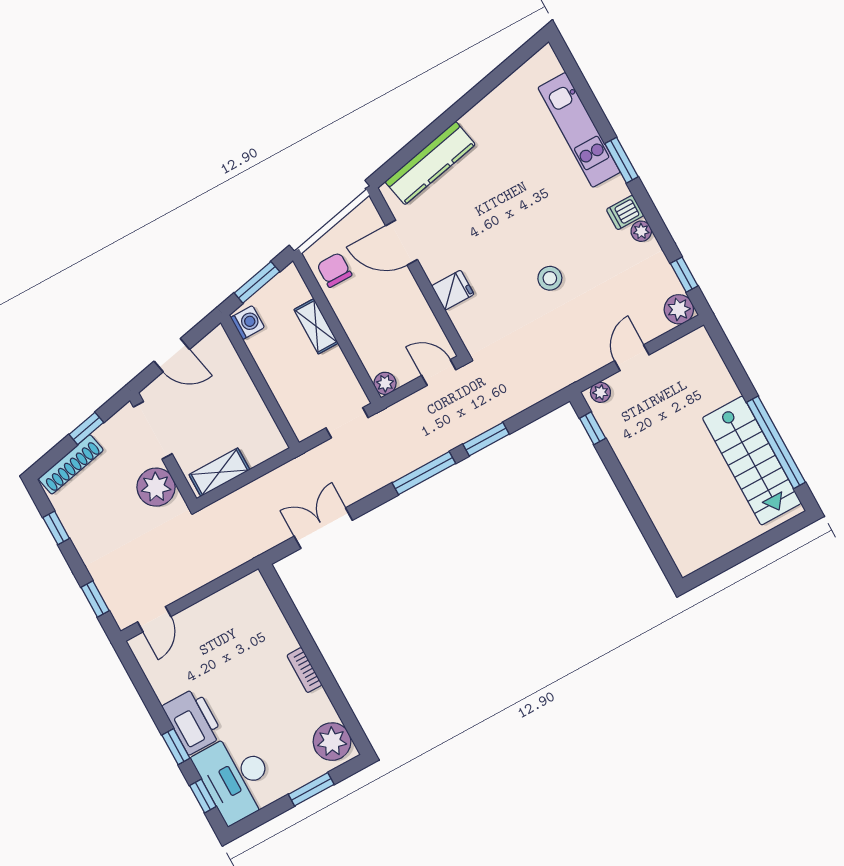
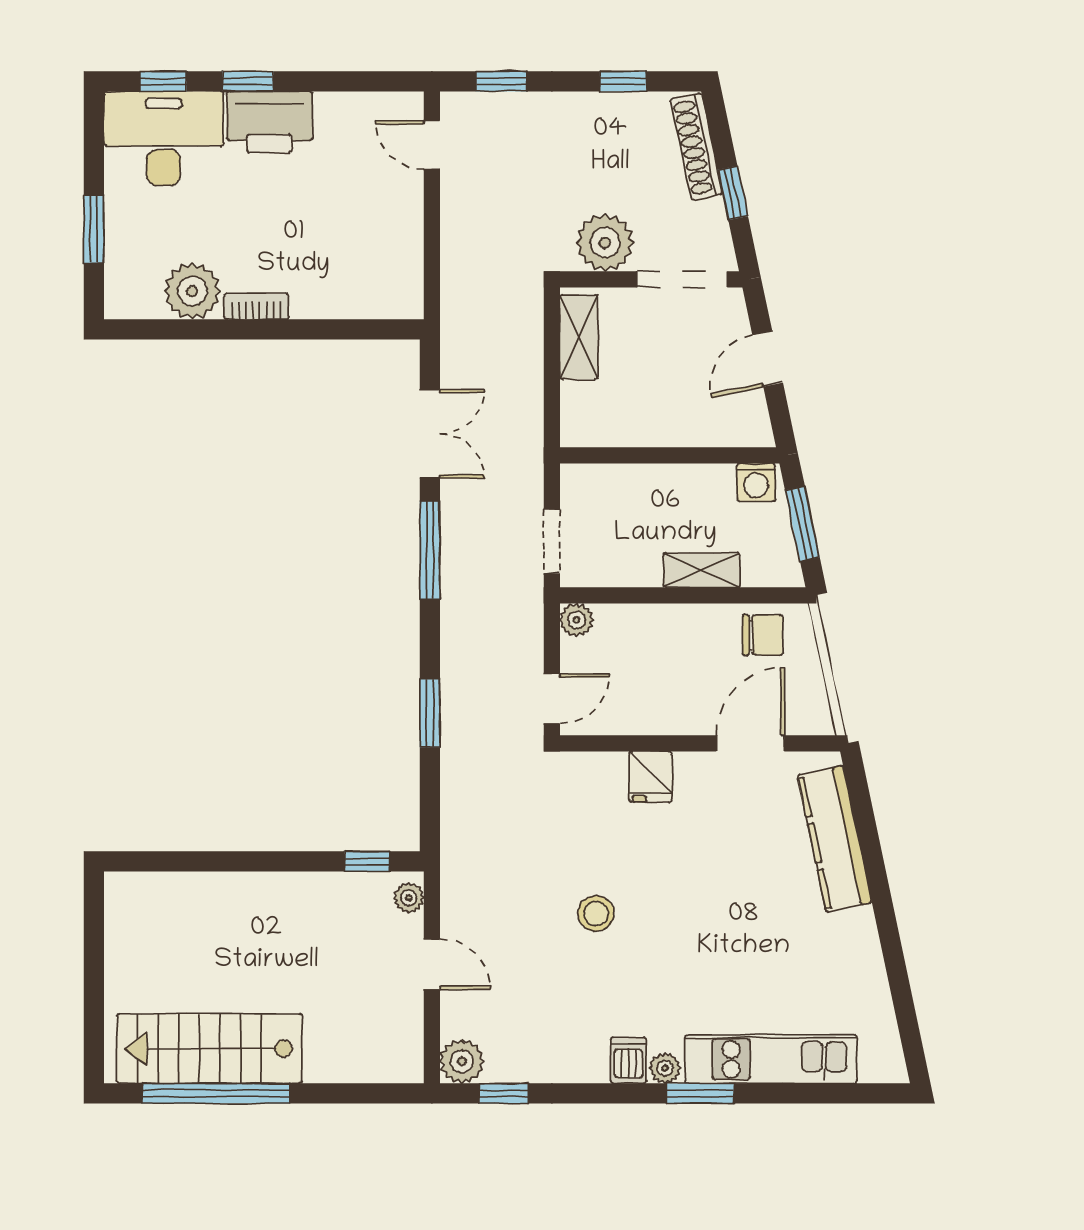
plant: (641, 231) -> (665, 1068), moved
window: (424, 473) -> (430, 550), moved
plant: (332, 742) -> (192, 291), moved

